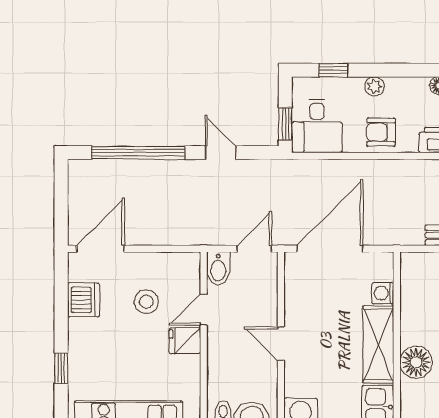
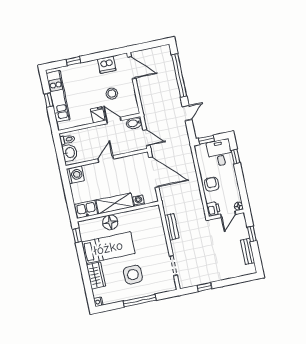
plant: (375, 86) -> (232, 177), removed
desk: (317, 126) -> (220, 153), moved, turned 90

